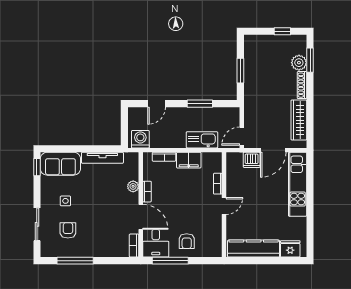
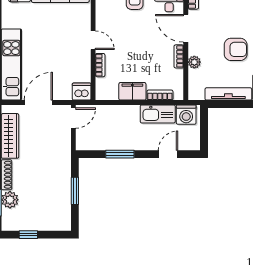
kitchen sink: (202, 140) -> (158, 114), moved
dishwasher: (252, 160) -> (82, 92), moved
armchair: (96, 198) -> (236, 49), added
door: (224, 206) -> (93, 40), swing flipped

